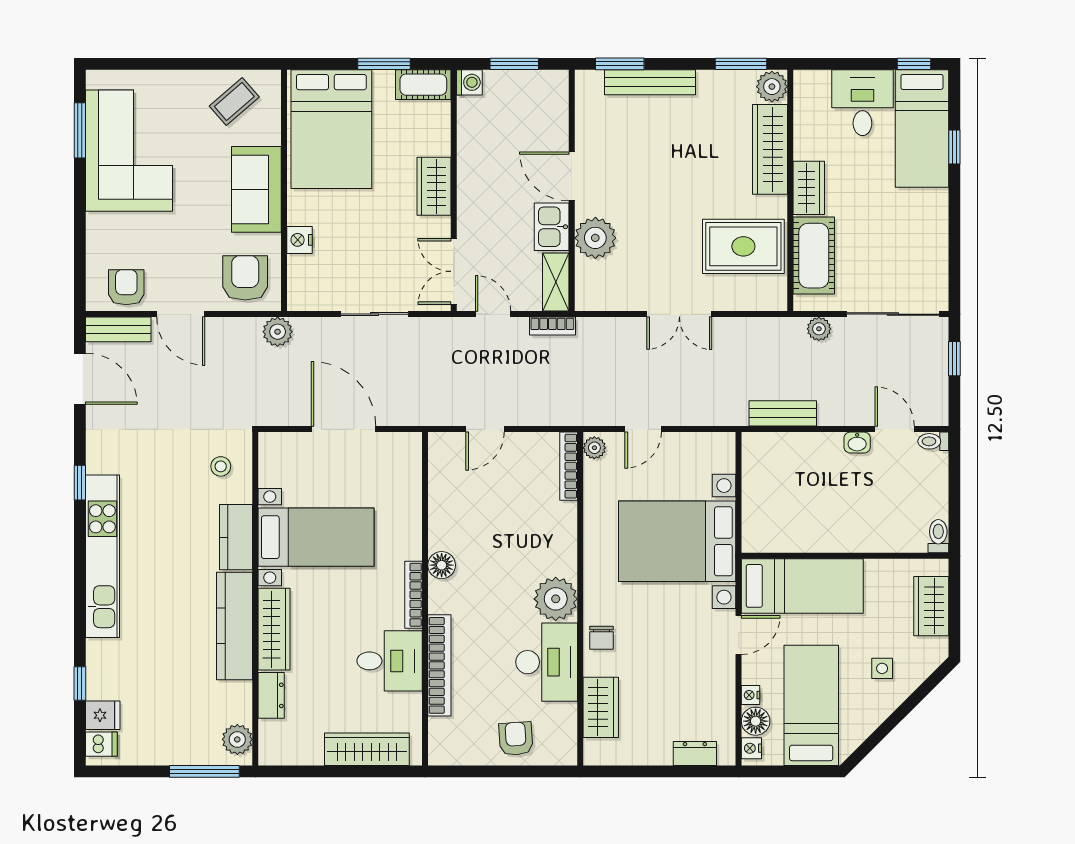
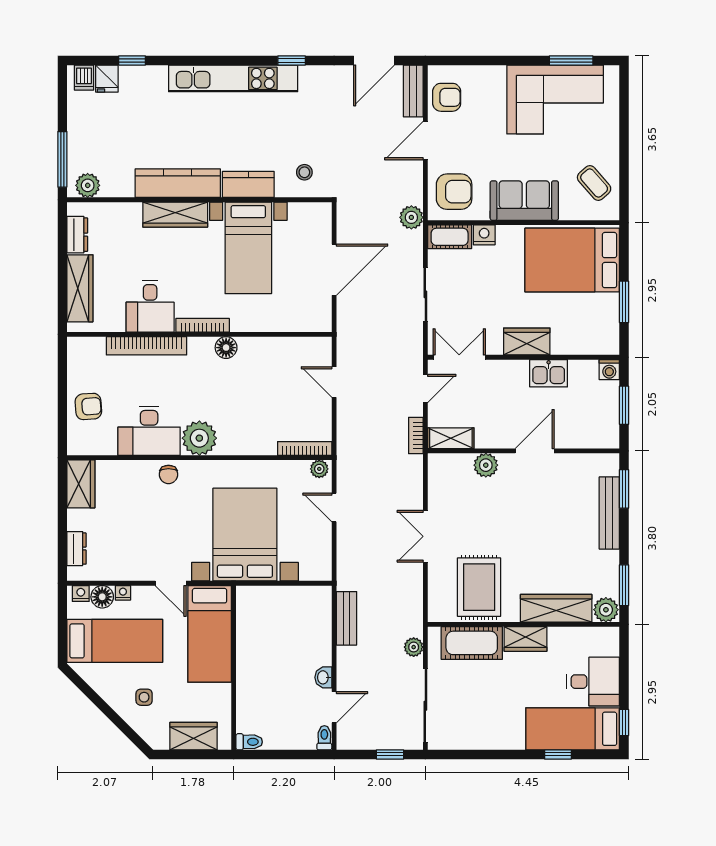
cot: (423, 85) -> (450, 237), moved, turned 90
kitchen sink: (552, 227) -> (549, 373), moved, turned 180
plant: (595, 238) -> (486, 465), width x0.73, depth x0.73
chair: (601, 638) -> (168, 474), turned -90
dresser: (271, 695) -> (77, 235), moved, turned -90
wardrobe: (601, 707) -> (81, 484), moved, turned -90

